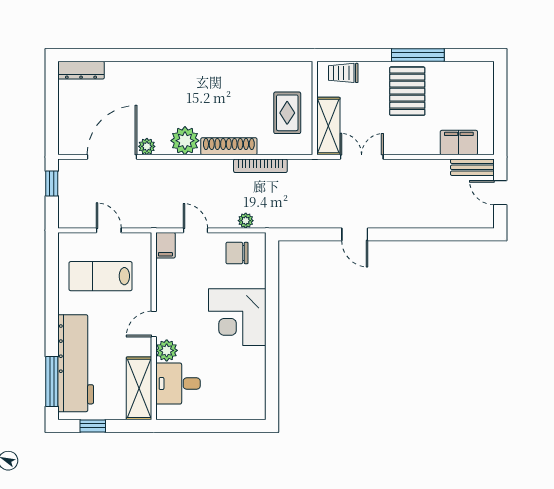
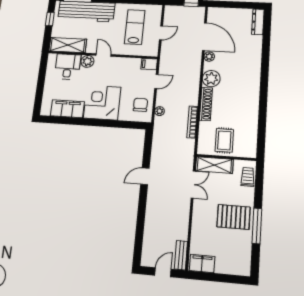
rug: (287, 113) -> (224, 140), turned 90
filing cabinet: (459, 143) -> (202, 264), moved, turned -90
filing cabinet: (252, 374) -> (67, 109), added

